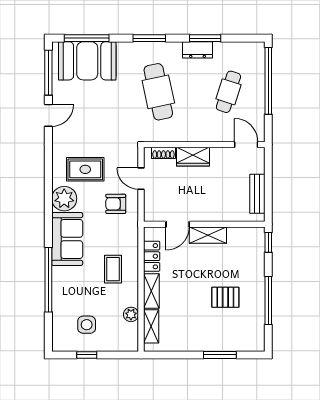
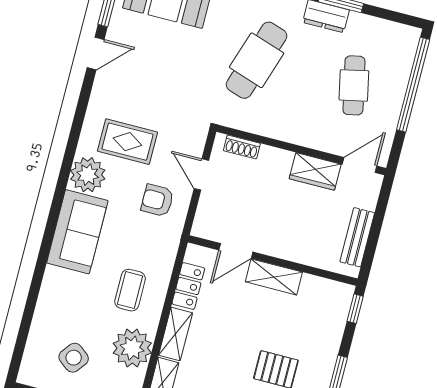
cafe table: (158, 92) -> (257, 60), turned 30
cafe table: (228, 92) -> (354, 85), turned -30
door: (246, 145) -> (360, 165), hinge flipped
wardrobe: (193, 157) -> (315, 171), moved
window: (48, 280) -> (37, 282), removed
plant: (131, 314) -> (132, 348), width x1.87, depth x1.87
side table: (87, 325) -> (74, 358), turned 38

